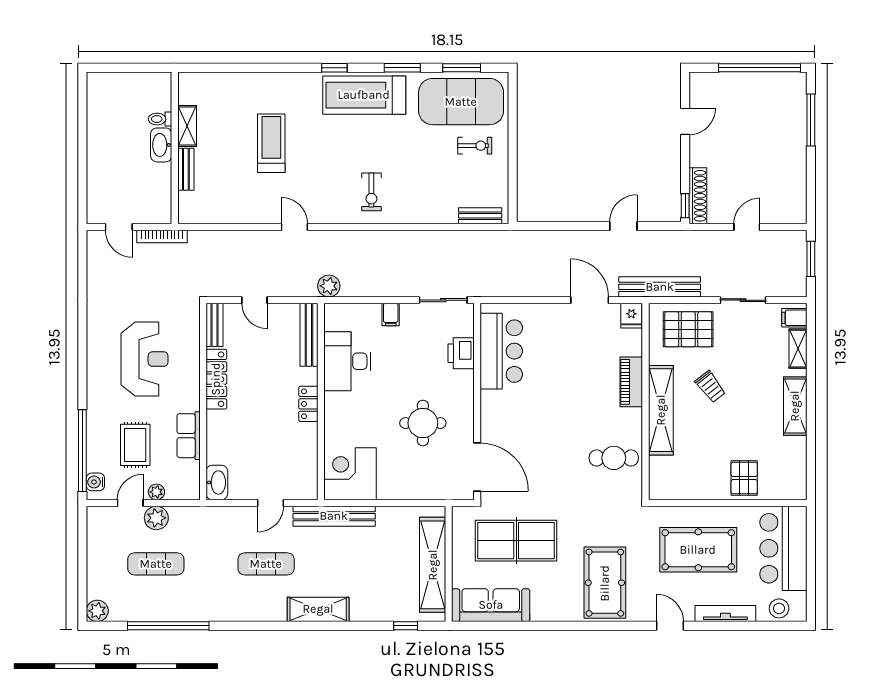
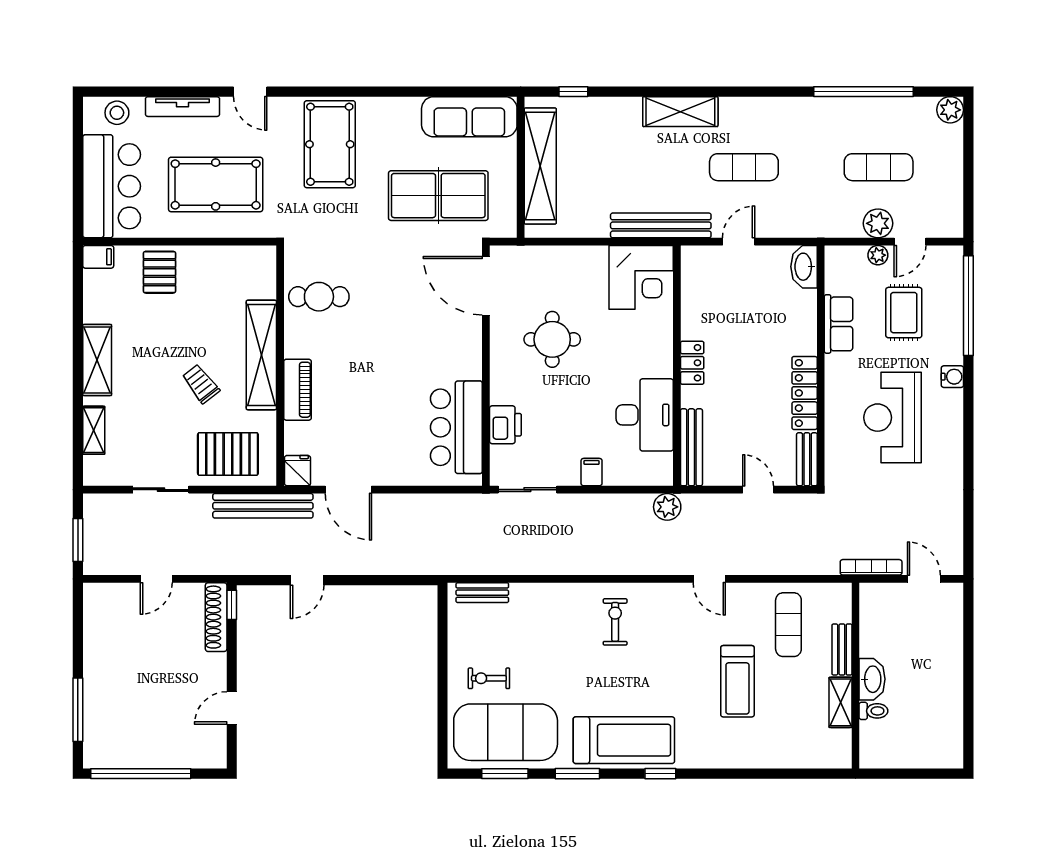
exercise mat: (230, 190) -> (788, 625), added
filing cabinet: (794, 318) -> (98, 257), moved
water cooler: (95, 482) -> (952, 377), moved

